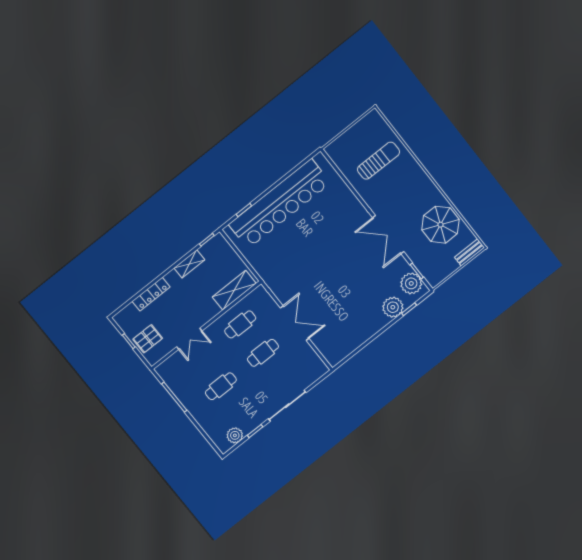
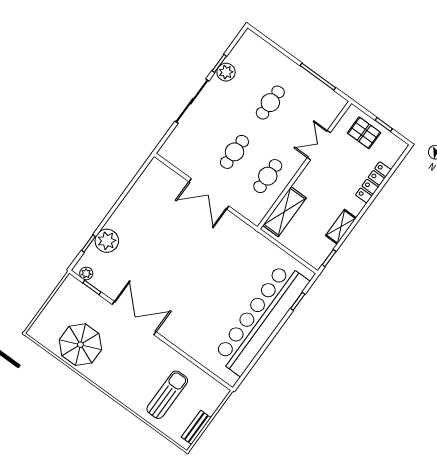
sun lounger: (378, 161) -> (167, 395), turned 180
bench: (470, 252) -> (196, 427), moved
plant: (411, 283) -> (86, 273), width x0.53, depth x0.53
pallet: (148, 339) -> (364, 133), turned 90
plant: (235, 435) -> (226, 72), moved

